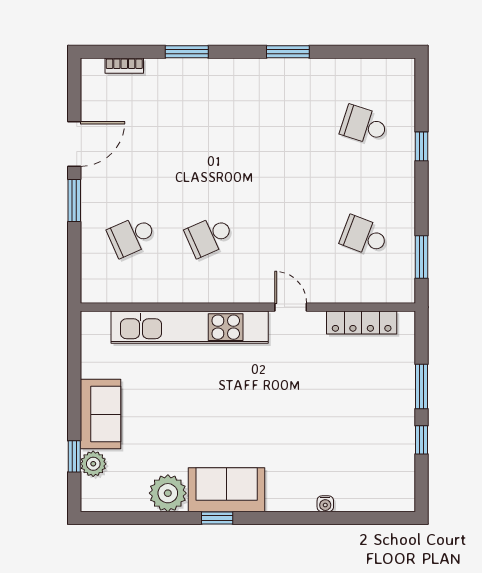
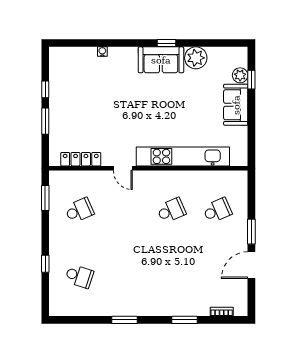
school desk: (364, 236) -> (79, 210), turned -45

